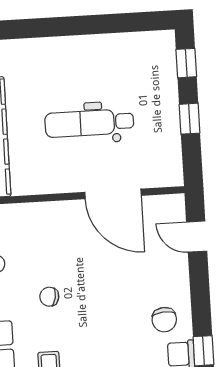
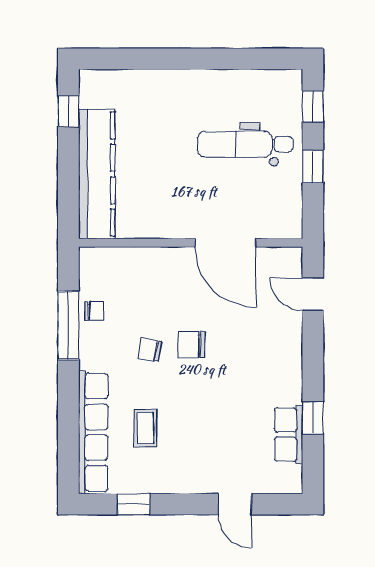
dental chair: (89, 123) -> (245, 144), moved
chair: (164, 320) -> (191, 345), moved, turned 94

